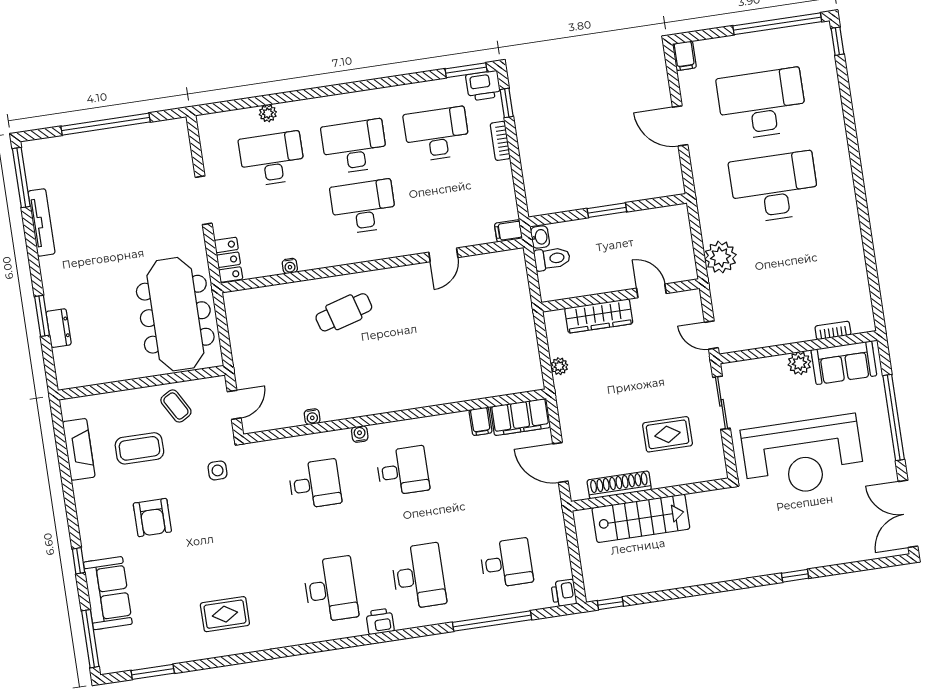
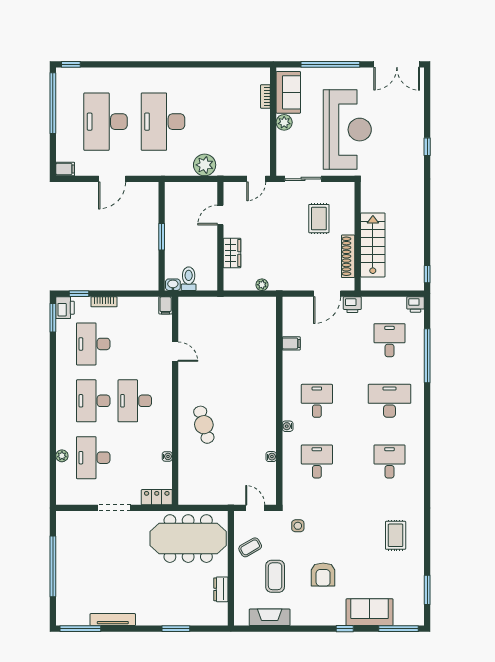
wardrobe: (599, 316) -> (232, 253), width x0.67
dresser: (59, 328) -> (221, 589), moved, turned -90
filing cabinet: (520, 417) -> (292, 316), removed
armchair: (152, 518) -> (323, 575), turned 90
desk: (331, 589) -> (390, 461), width x0.73
printer: (380, 621) -> (352, 305), moved, turned -90

